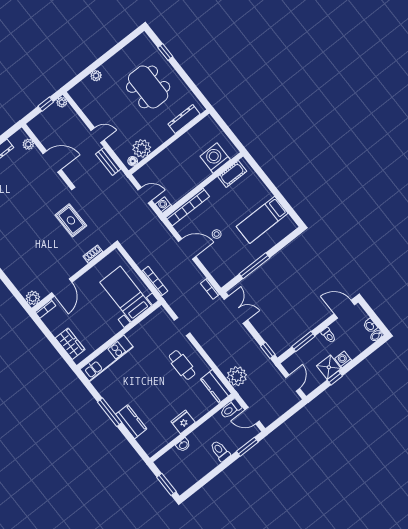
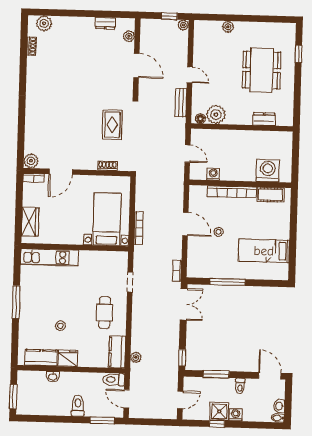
dresser: (184, 119) -> (264, 119), width x0.70
washing machine: (163, 205) -> (213, 174), moved
bookcase: (188, 207) -> (232, 192), moved
plant: (237, 376) -> (136, 357), width x0.53, depth x0.53
stool: (157, 402) -> (60, 326), added
kitchen counter: (131, 422) -> (41, 358), moved, turned -90

